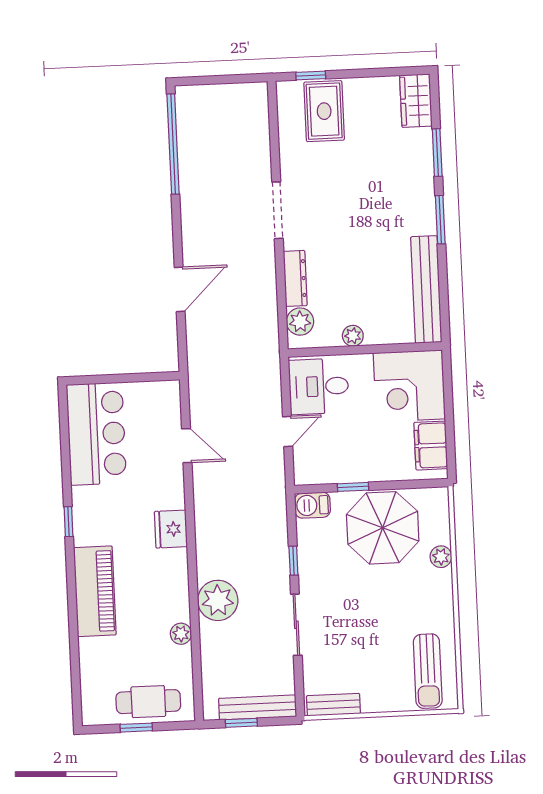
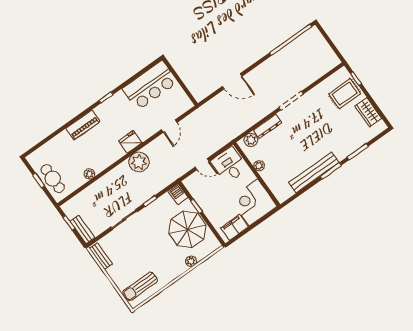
wardrobe: (416, 101) -> (368, 112), moved, turned -90
bench: (426, 289) -> (314, 173), moved
piano: (95, 591) -> (83, 125), width x0.73, depth x0.75
plant: (218, 600) -> (139, 162), moved
bench: (258, 707) -> (82, 230), width x0.73

